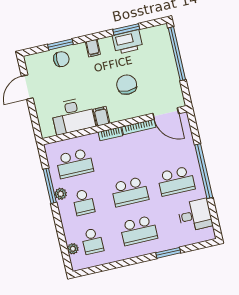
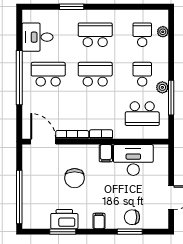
school desk: (75, 163) -> (142, 114), turned 180

